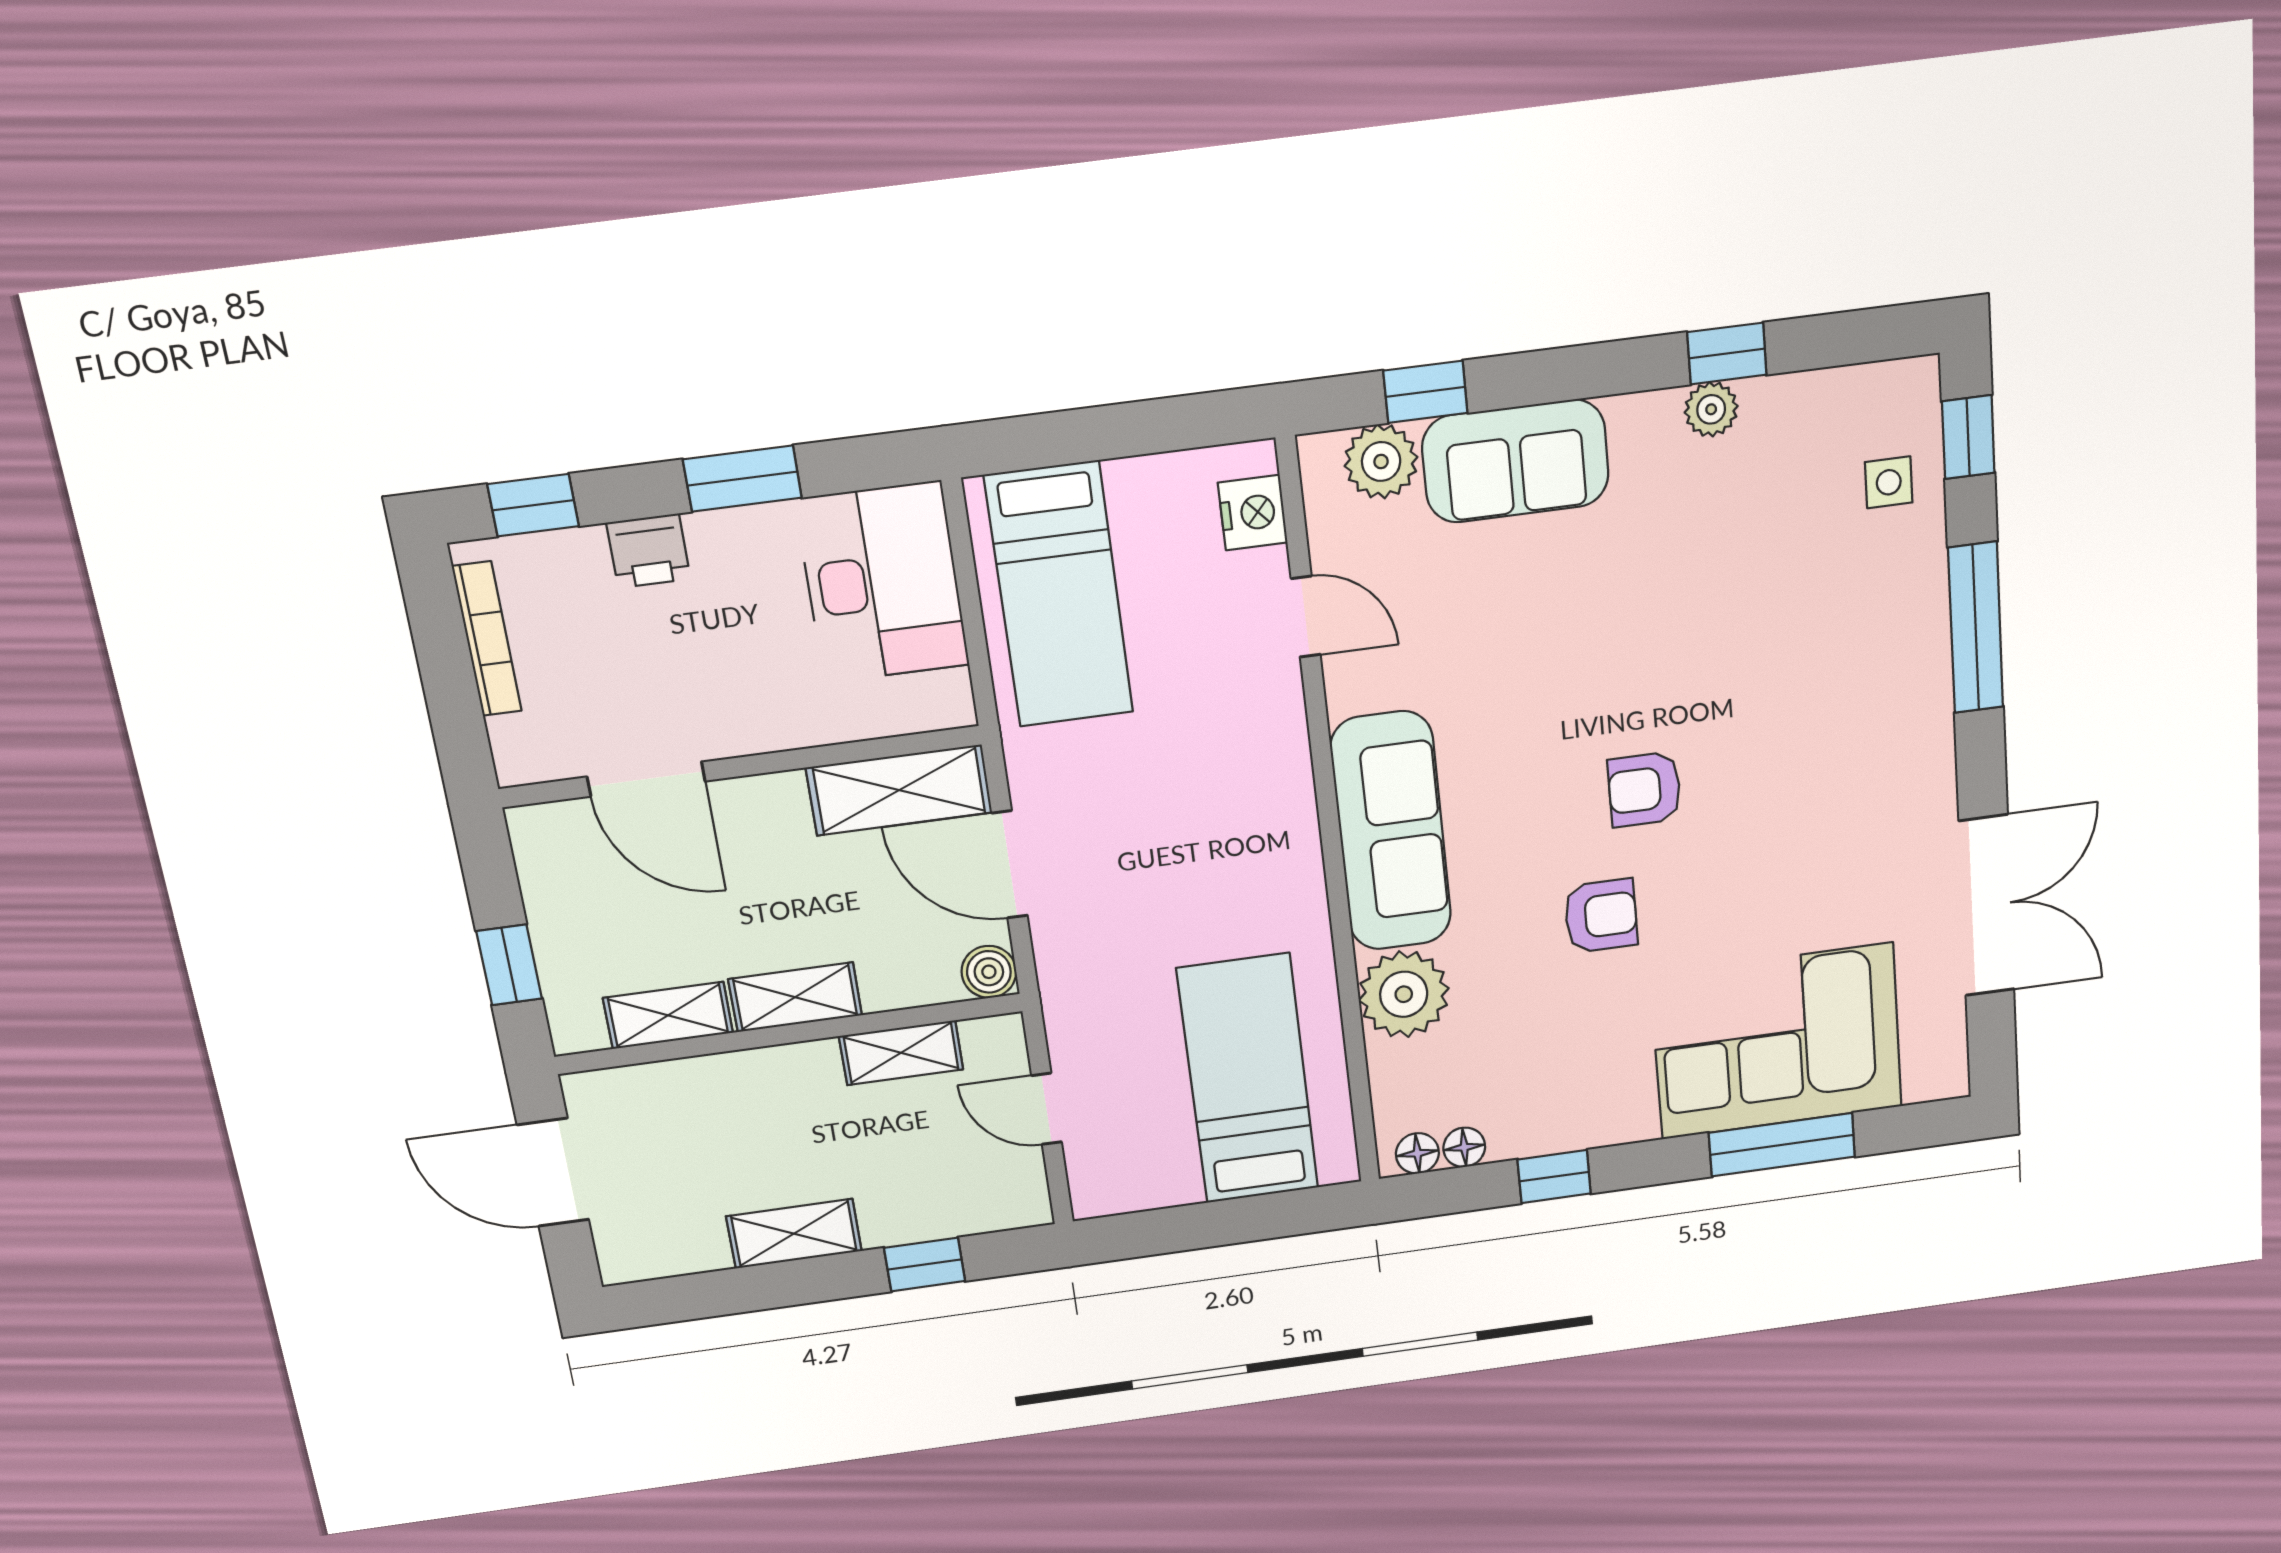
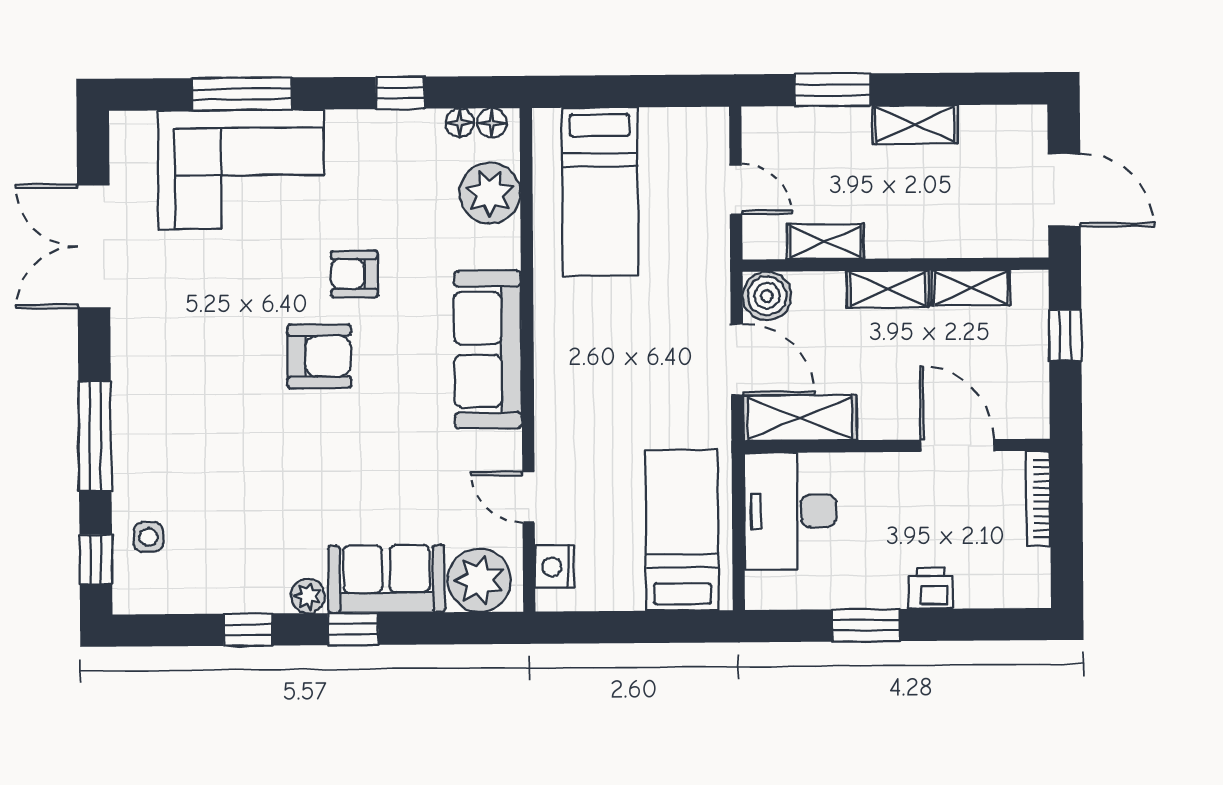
window: (1425, 392) -> (353, 629), moved
plant: (1711, 409) -> (308, 596), moved
plant: (1381, 461) -> (479, 580), width x1.36, depth x1.36
window: (533, 505) -> (995, 624), removed
desk: (883, 582) -> (790, 511), moved
bookcase: (487, 639) -> (1038, 498), moved
armchair: (1644, 789) -> (319, 356), width x1.38, depth x1.38
boiler: (989, 972) -> (767, 296), width x1.36, depth x1.36
plant: (1404, 994) -> (490, 193), moved
window: (925, 1264) -> (832, 90), width x1.50

